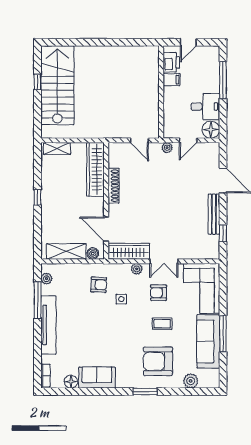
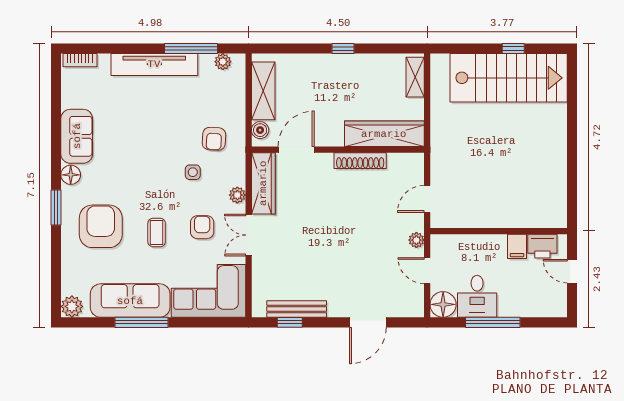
window: (223, 80) -> (493, 322), moved
bench: (214, 214) -> (297, 309), moved
plant: (191, 381) -> (72, 306), moved
floor lamp: (71, 382) -> (71, 175), moved

